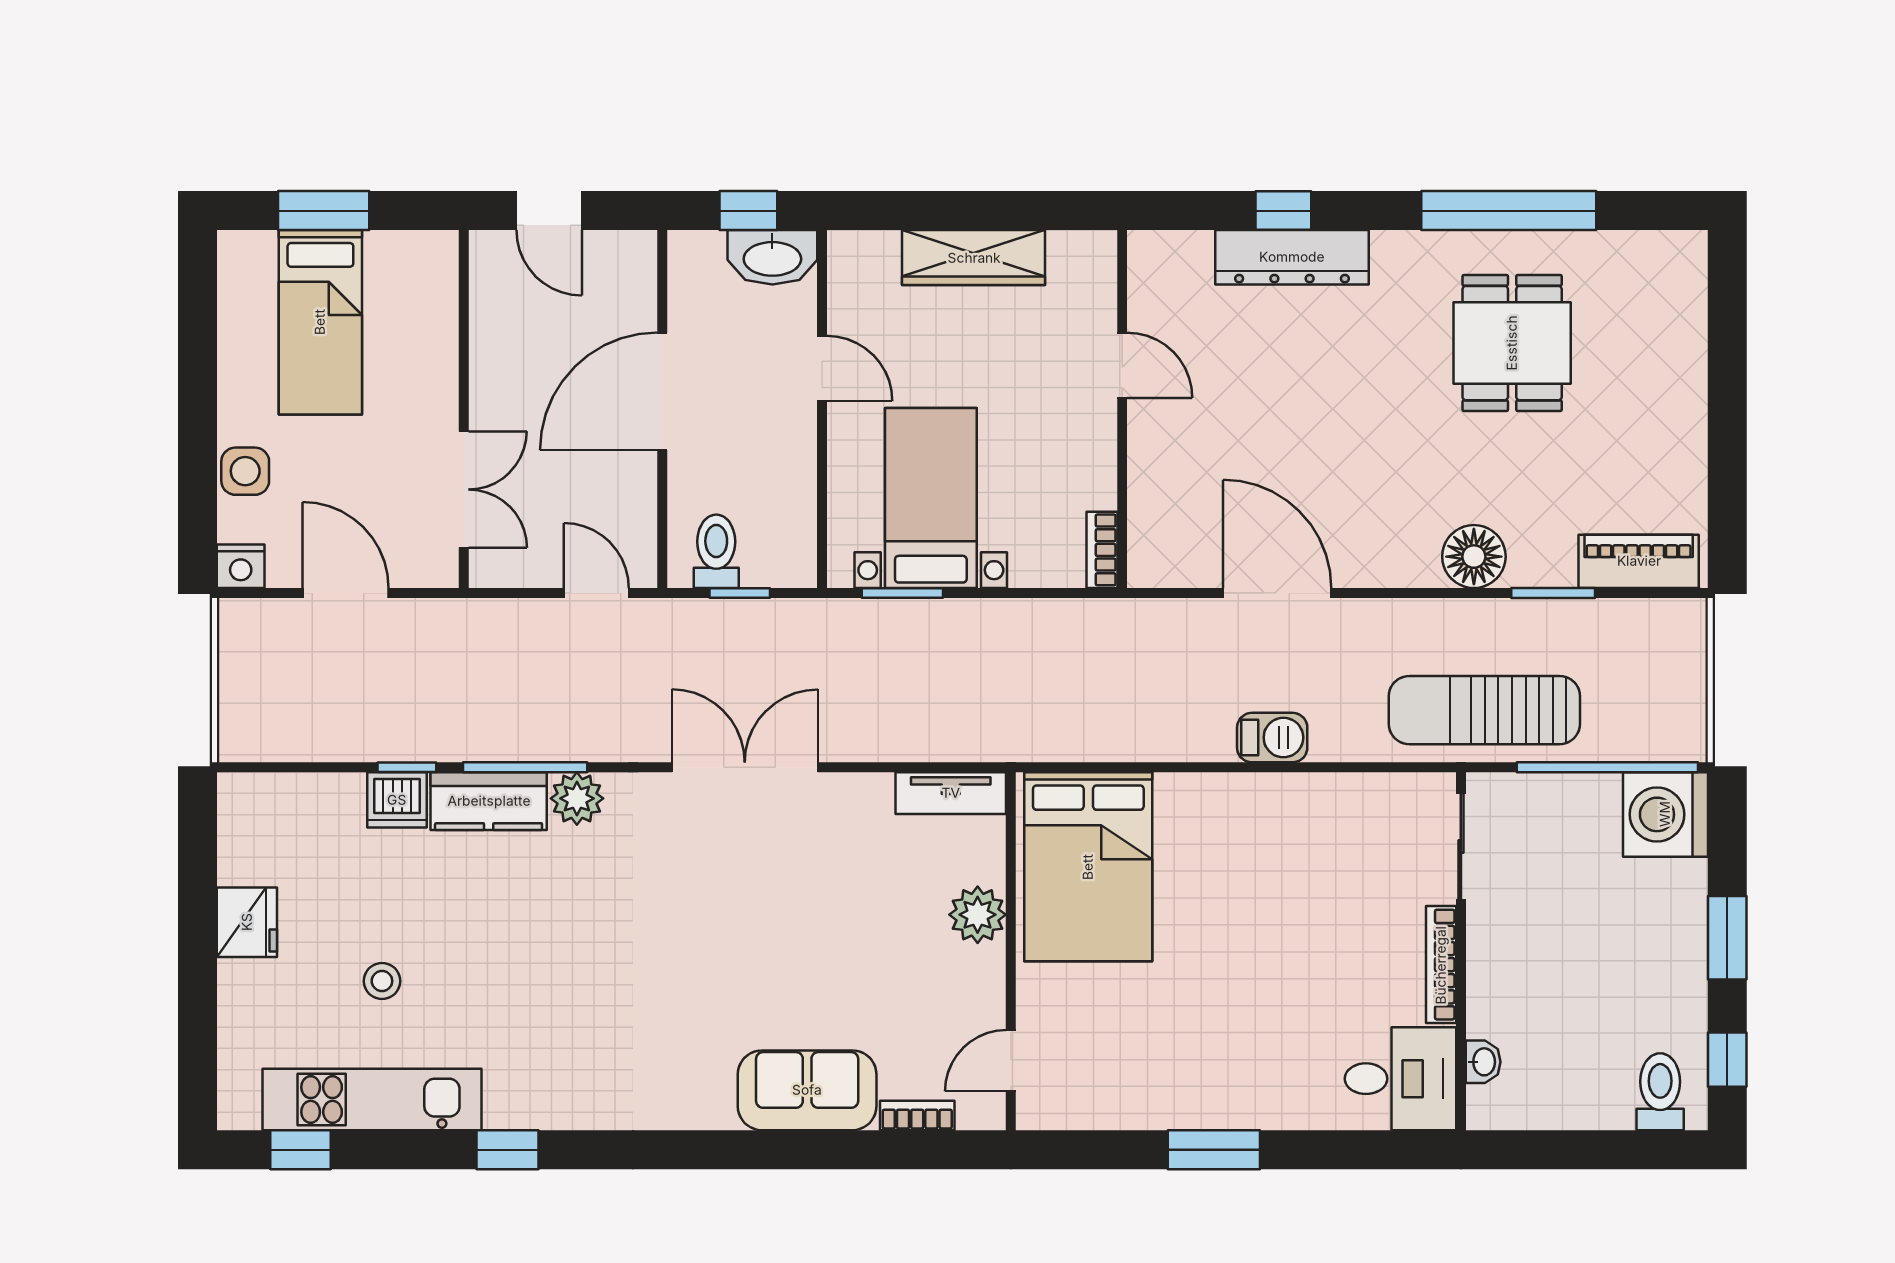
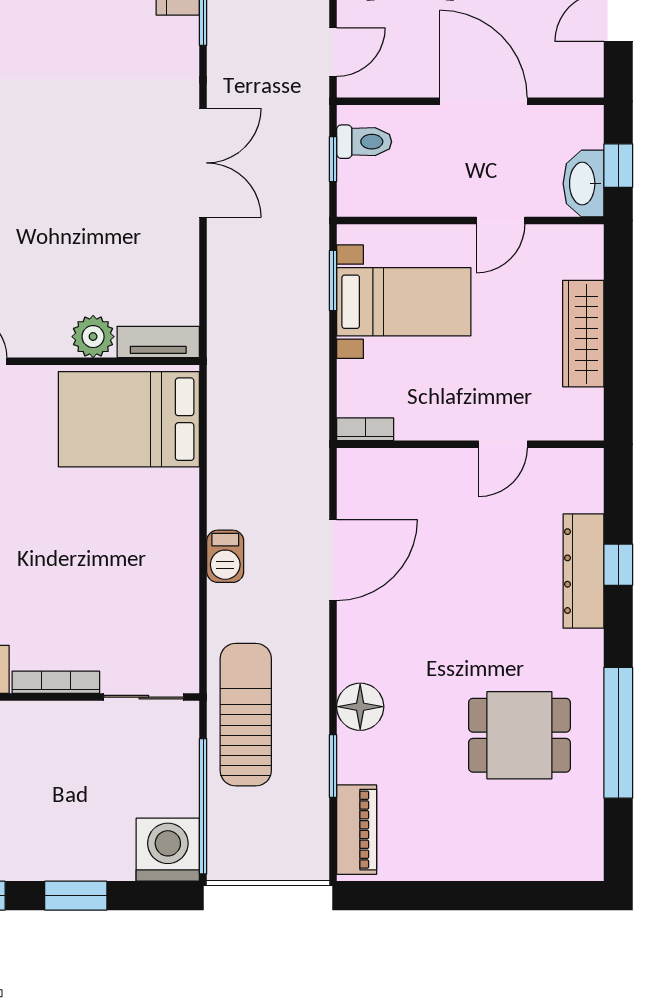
tv unit: (951, 793) -> (158, 342), moved, turned 90
plant: (577, 798) -> (180, 38), removed

